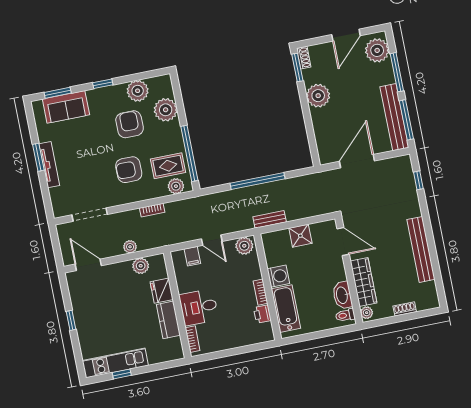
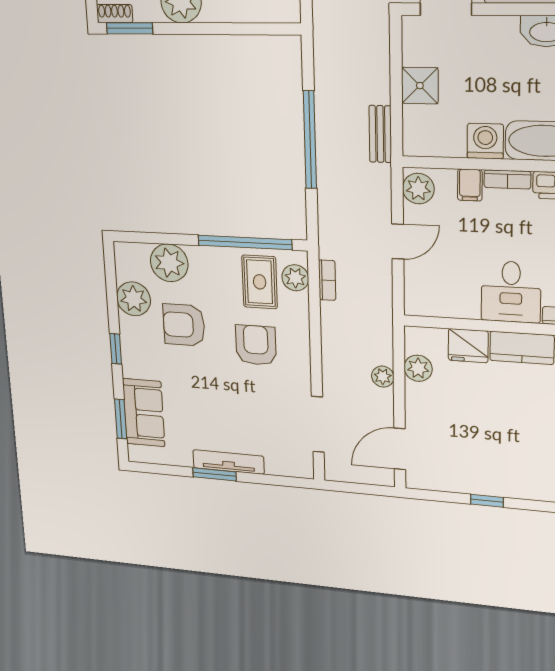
armchair: (129, 170) -> (256, 345), turned 180
bookcase: (152, 210) -> (327, 280), moved
filing cabinet: (192, 256) -> (470, 185), moved, turned 90

